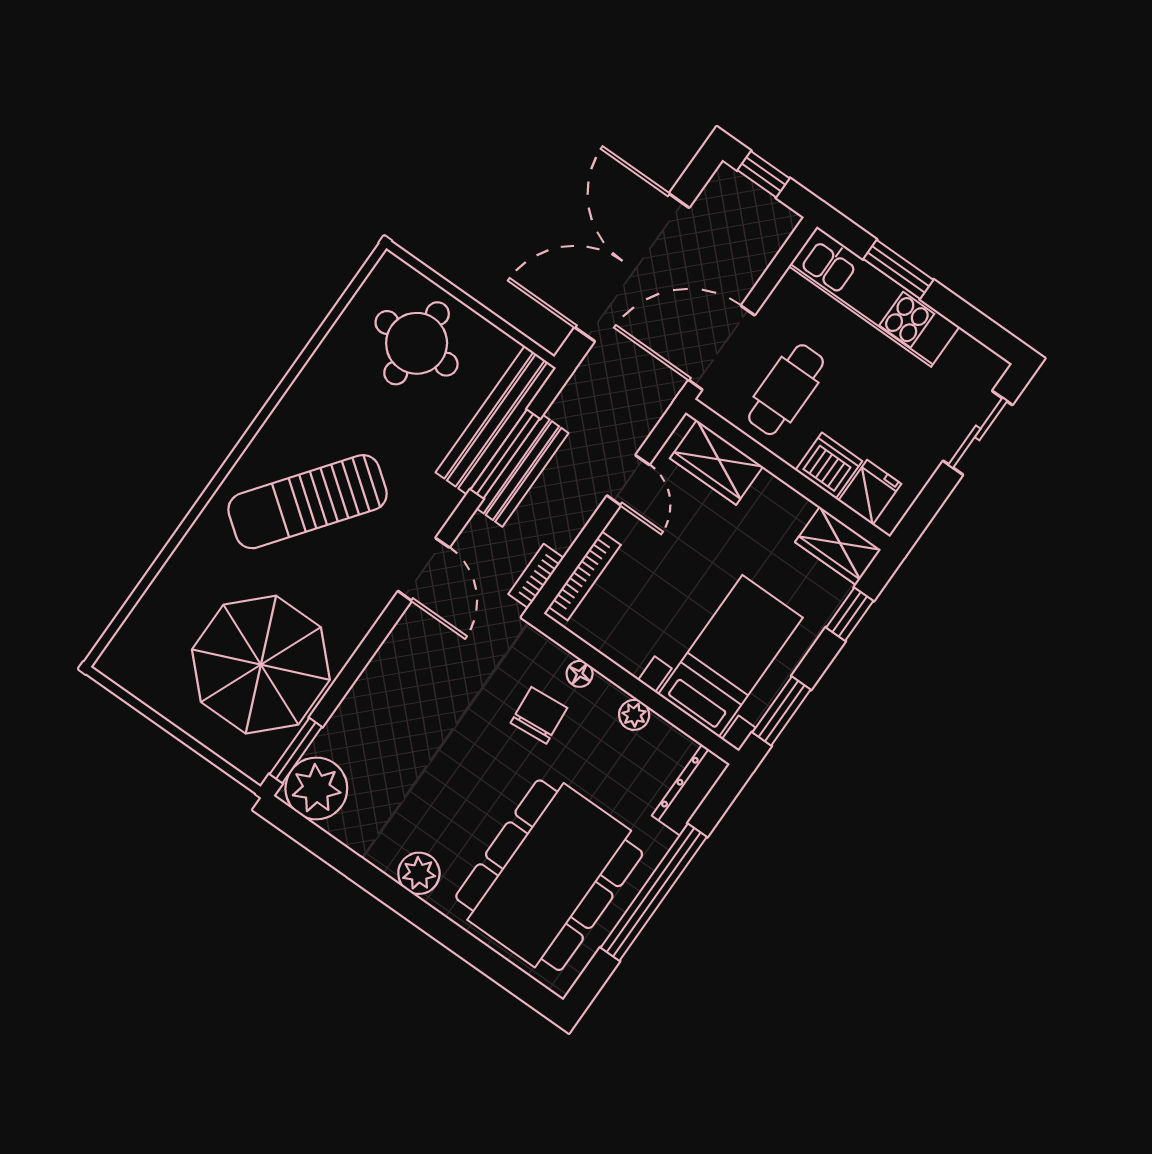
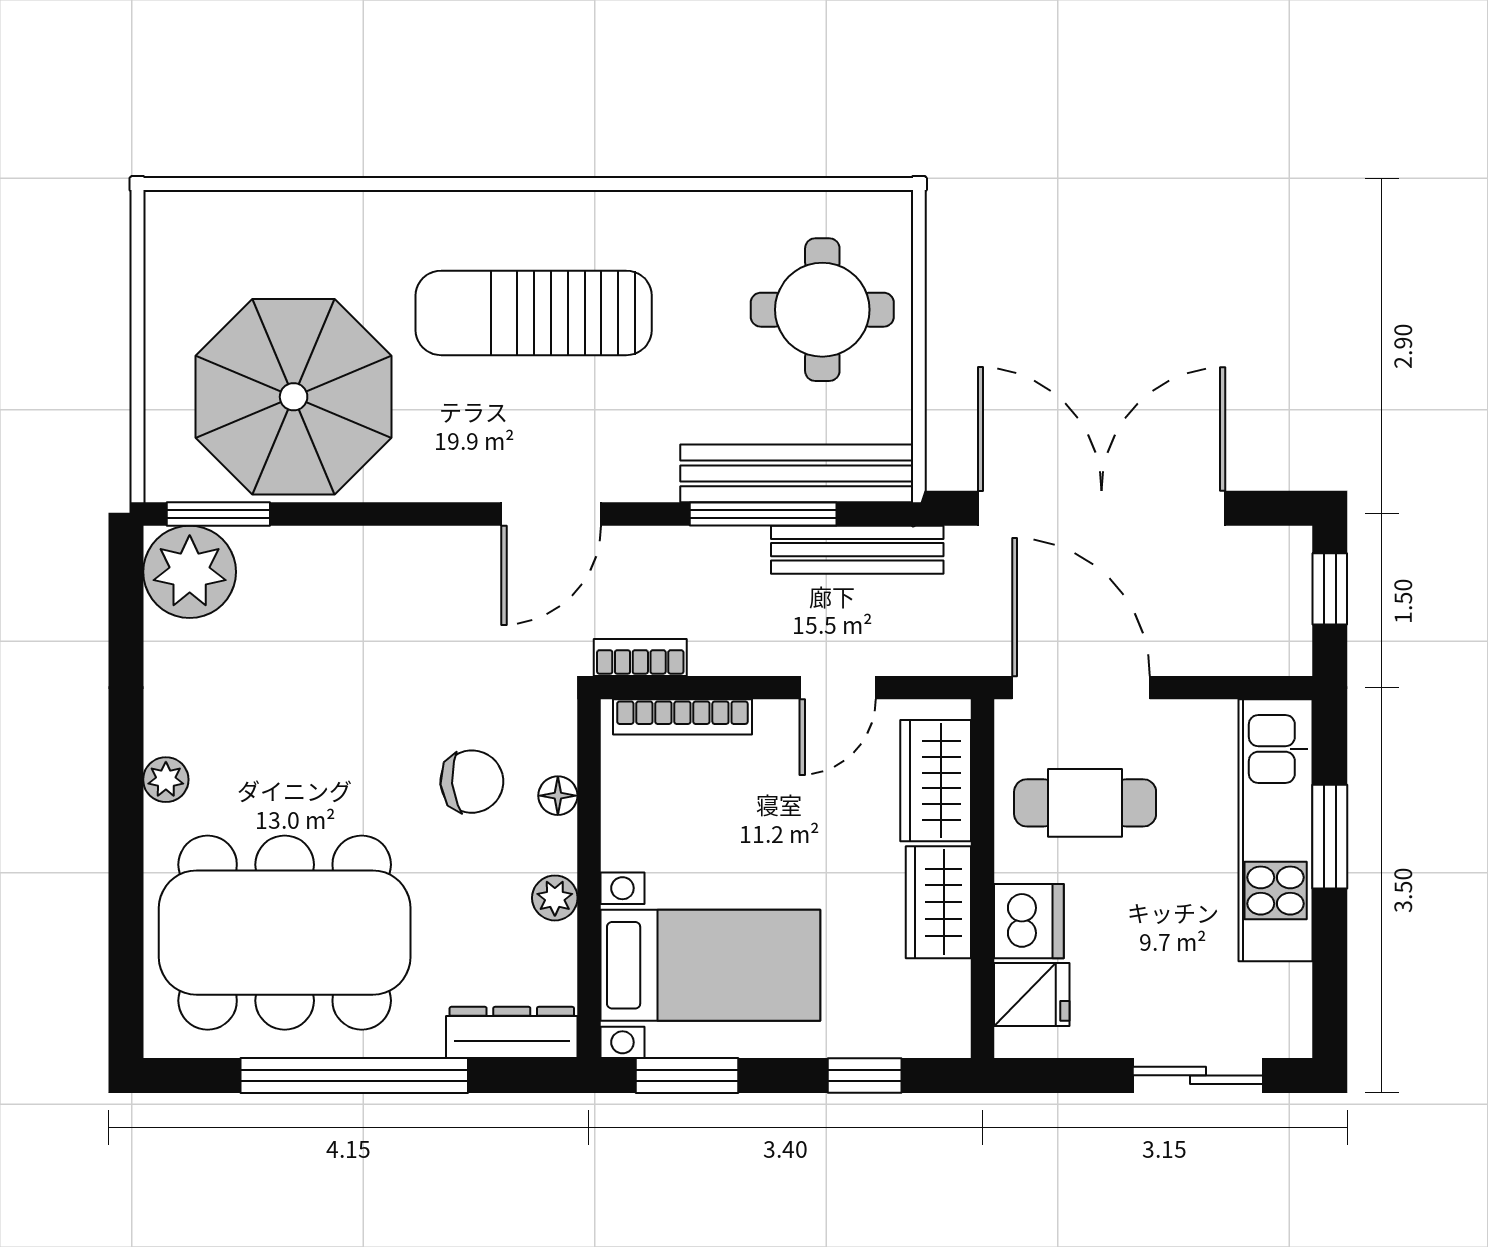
bench: (522, 471) -> (857, 550), moved
sun lounger: (307, 502) -> (534, 313), turned -37
wardrobe: (838, 546) -> (938, 902), moved
plant: (419, 873) -> (166, 780), width x0.73, depth x0.73

